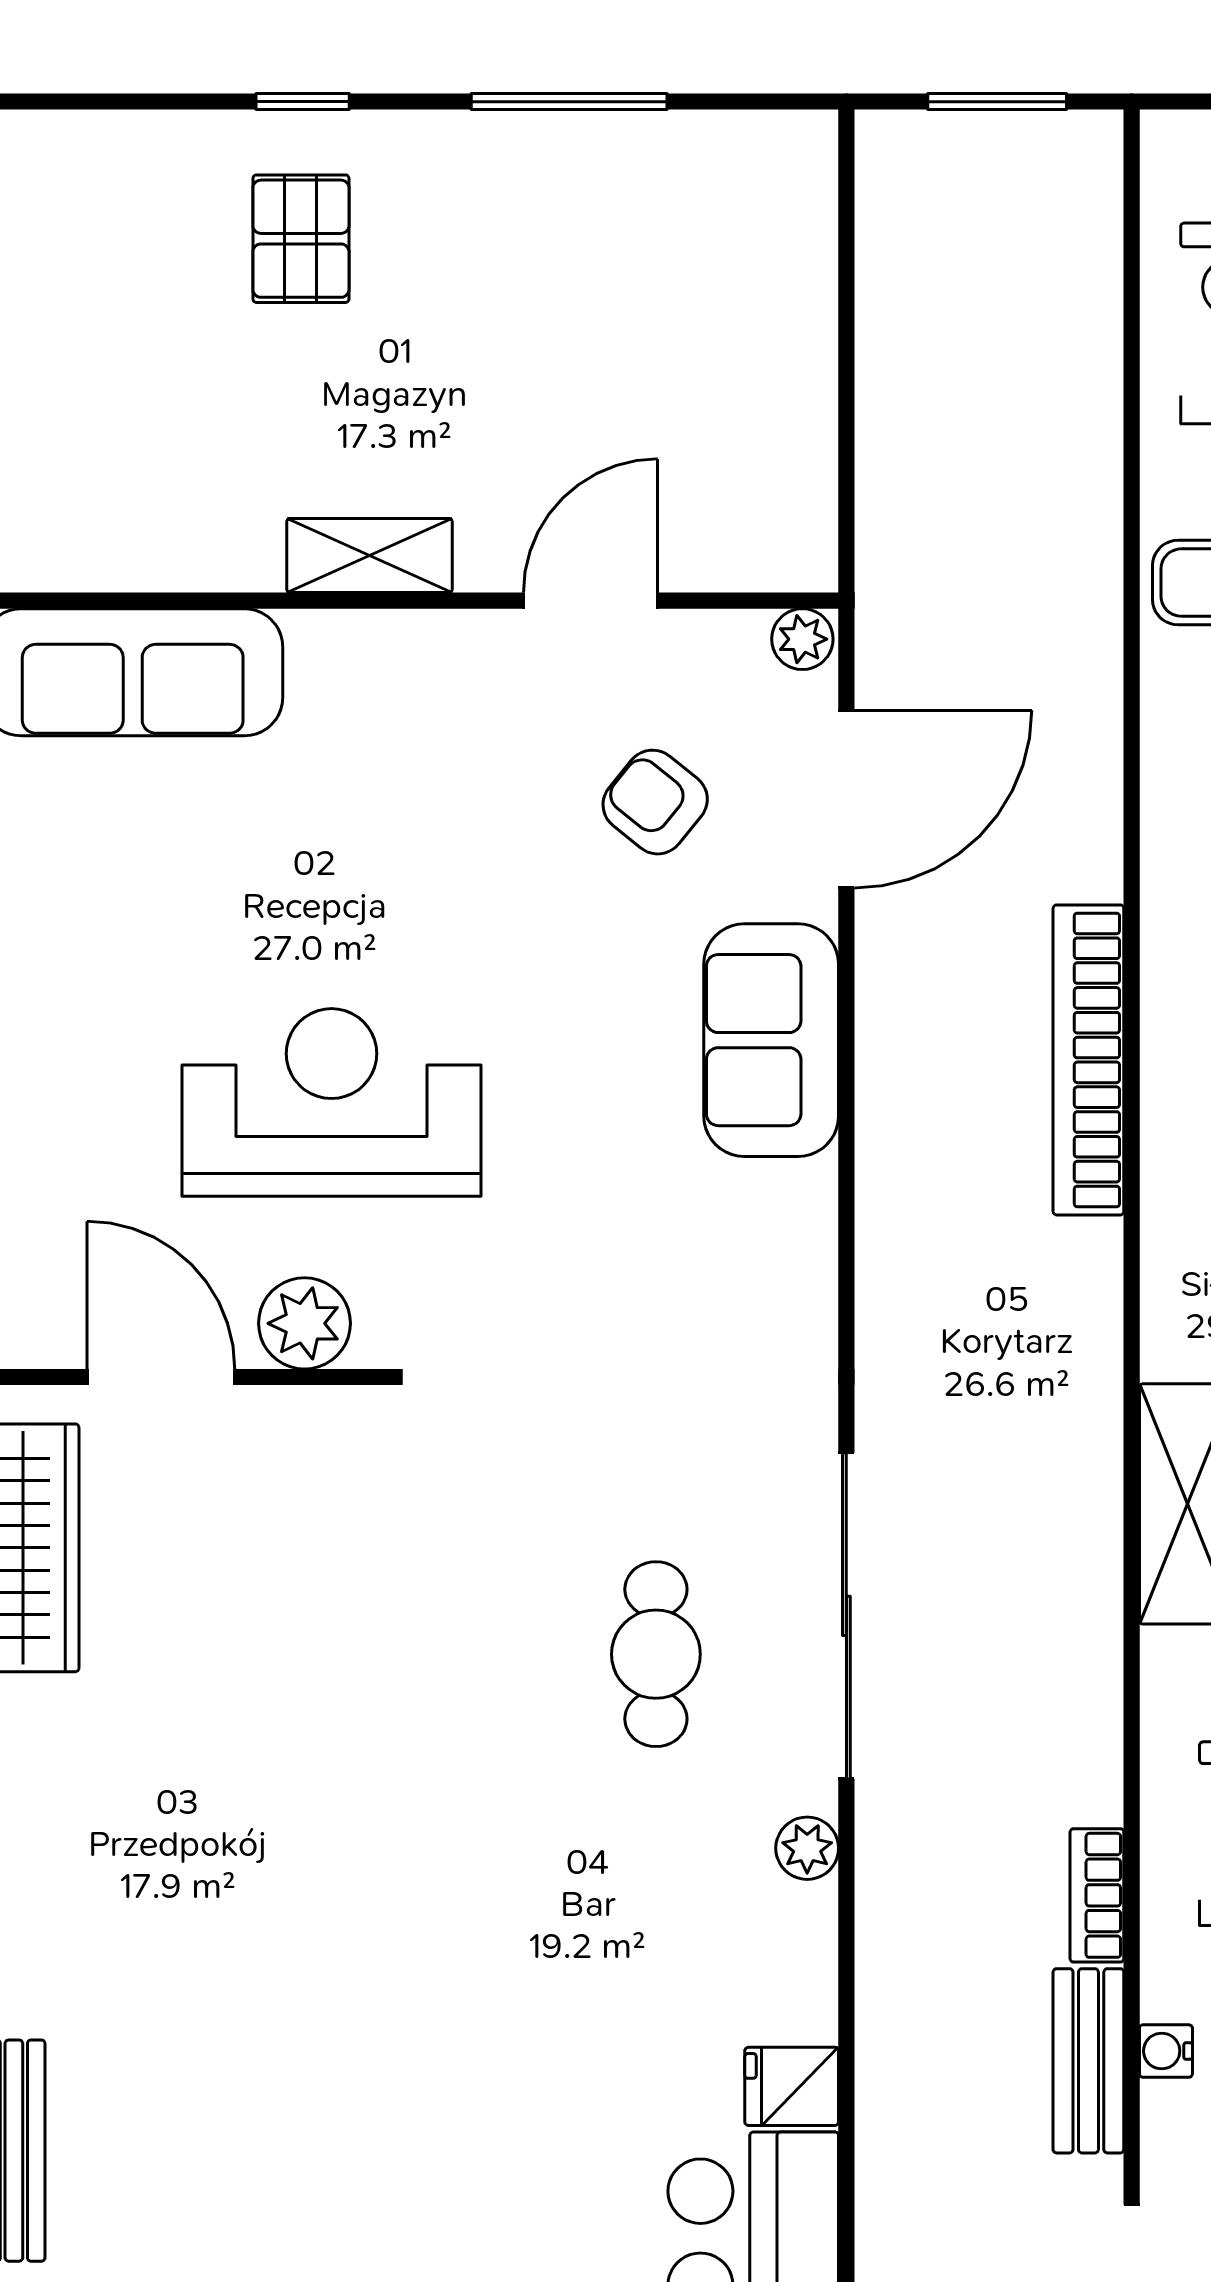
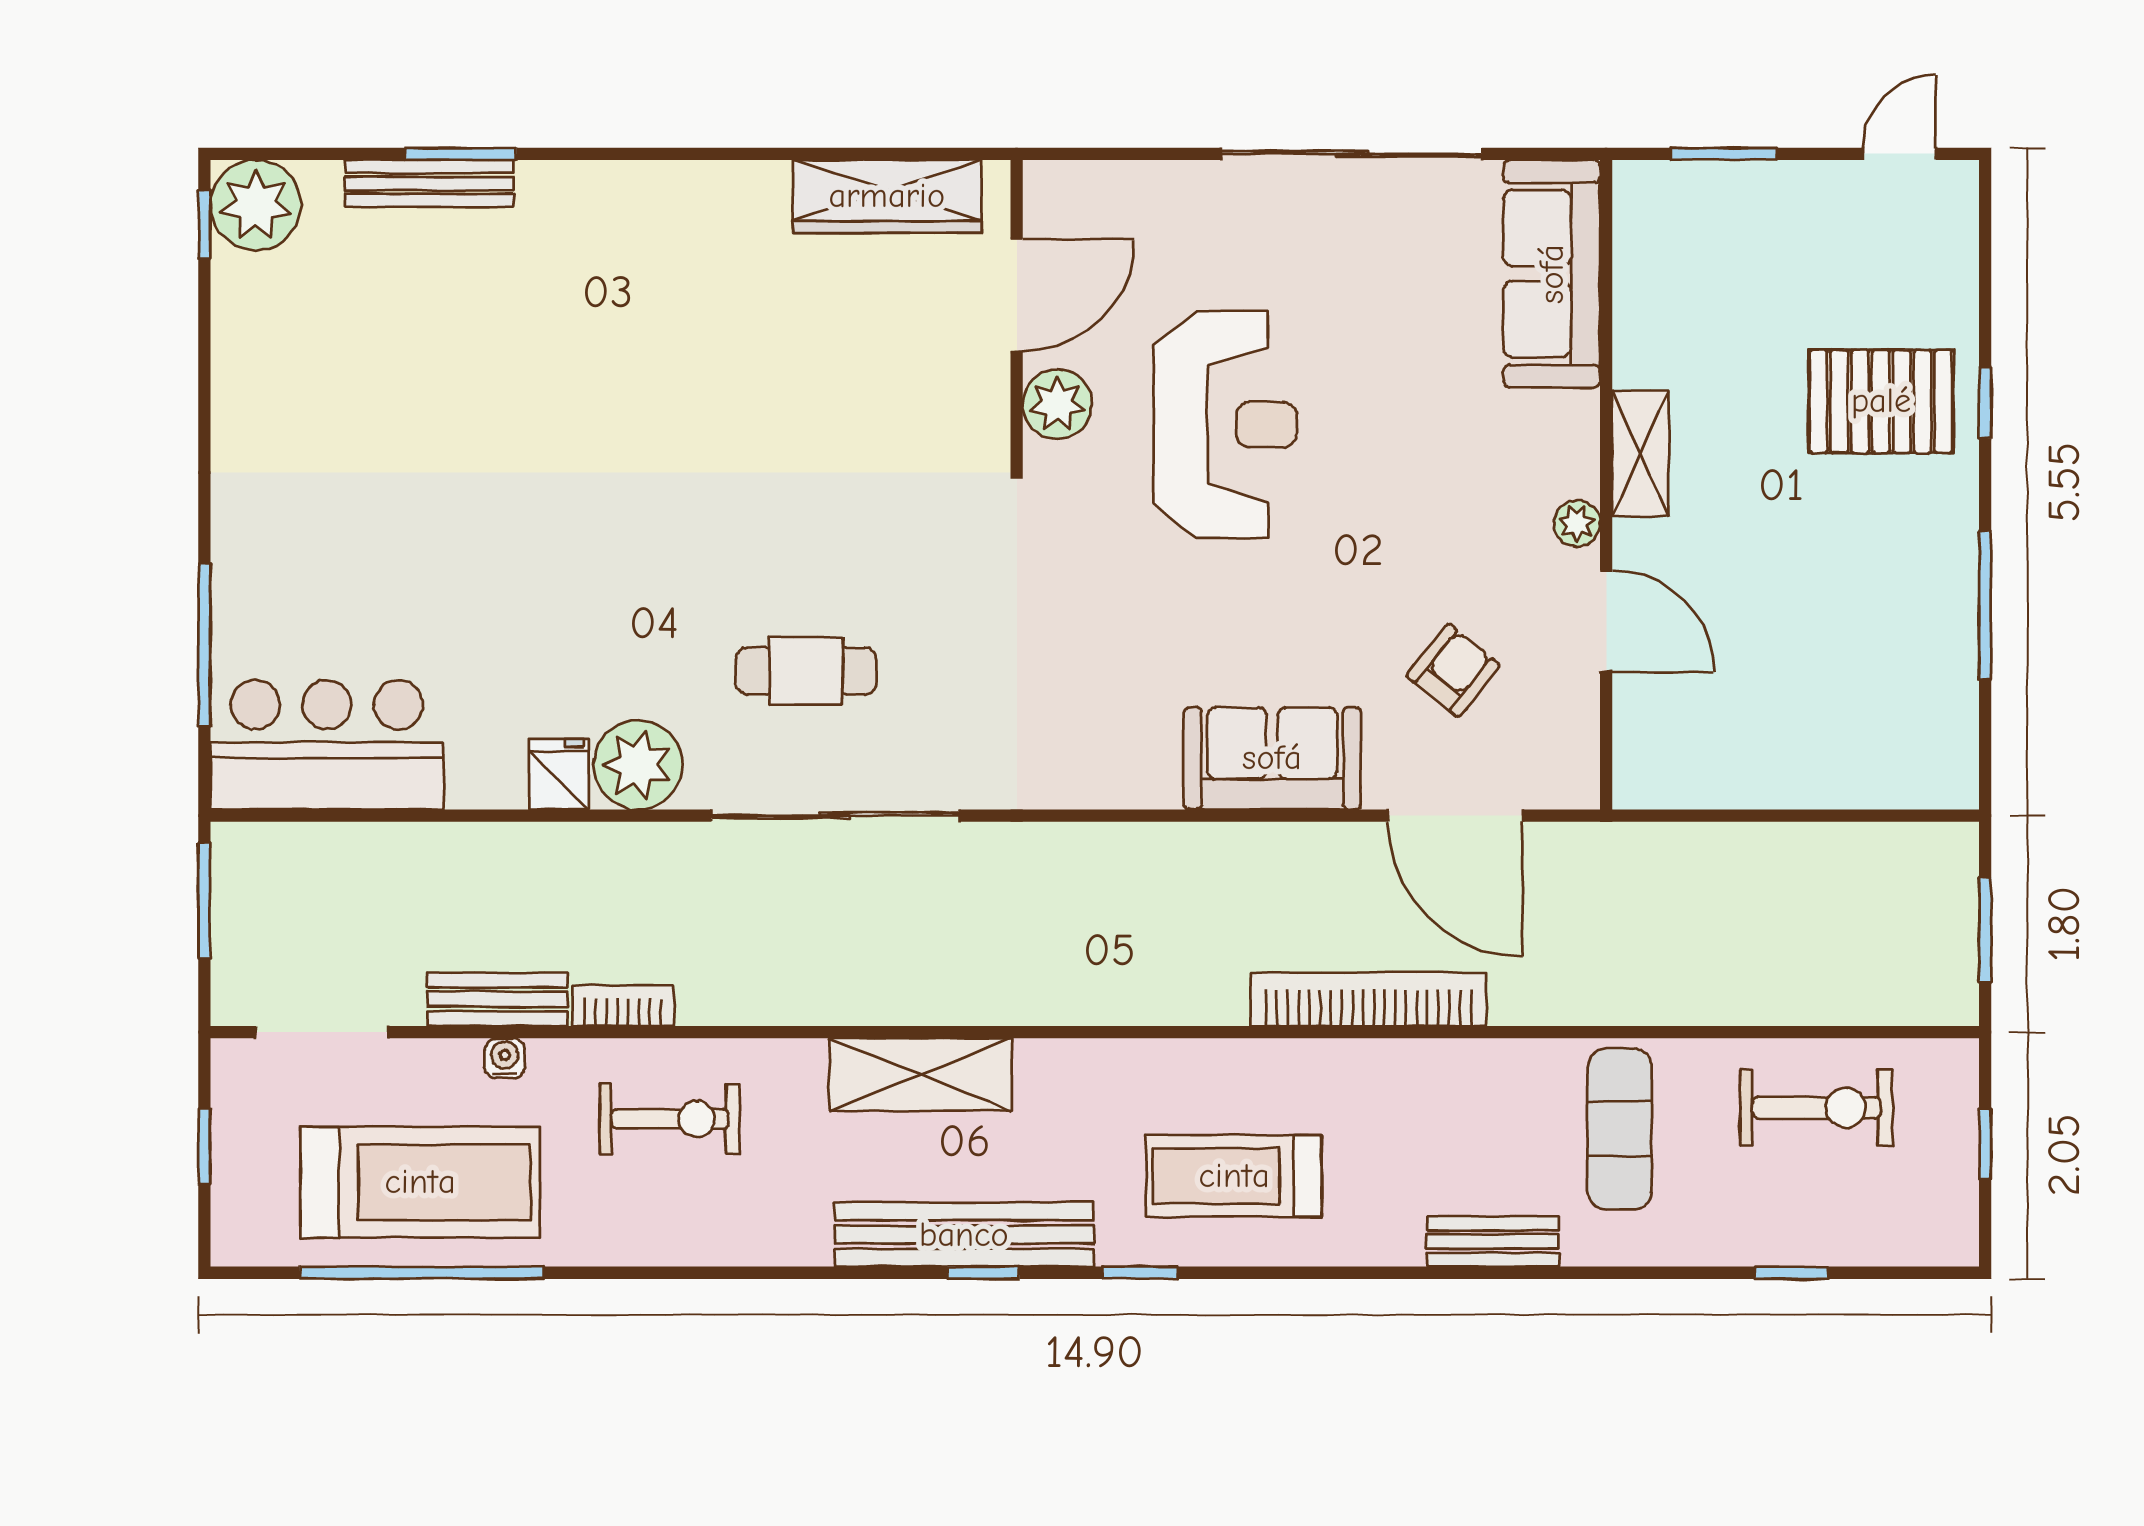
pallet: (301, 239) -> (1881, 401), width x1.50, depth x1.42
plant: (802, 639) -> (1577, 523), moved
bookcase: (1088, 1060) -> (1368, 999), moved
plant: (807, 1848) -> (638, 765), width x1.87, depth x1.87
fridge: (792, 2086) -> (559, 774), moved

